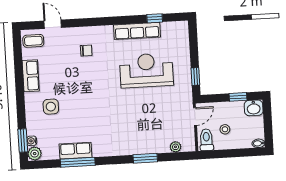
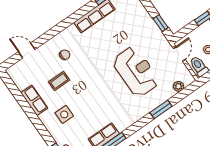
coffee table: (33, 41) -> (59, 81), moved
reception desk: (146, 70) -> (136, 72), moved, turned 90

